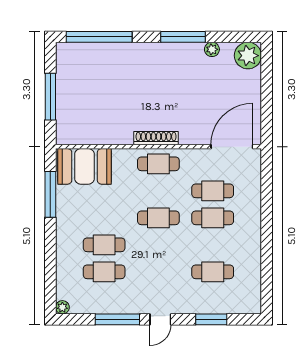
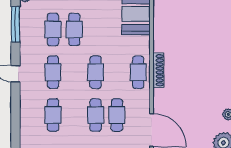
cafe table: (158, 272) -> (53, 72), added
window: (117, 319) -> (16, 24), moved
window: (211, 319) -> (16, 114), removed

